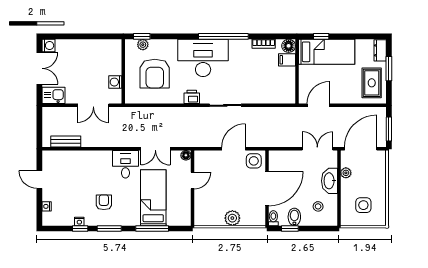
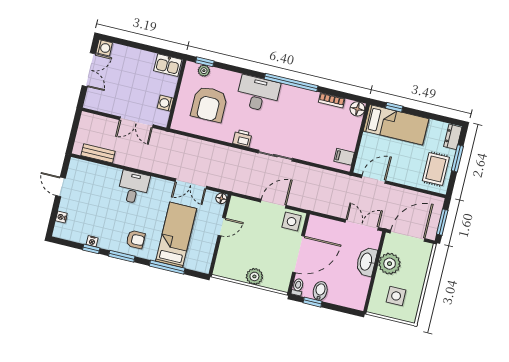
desk: (203, 58) -> (258, 94), width x0.73, depth x0.77
filing cabinet: (287, 60) -> (344, 157), moved
kitchen sink: (54, 95) -> (168, 65), moved, turned 180
desk: (125, 164) -> (133, 187), moved
plant: (346, 173) -> (390, 264), width x1.88, depth x1.88
armchair: (104, 202) -> (136, 239), moved, turned 90
stool: (318, 206) -> (348, 286), removed

